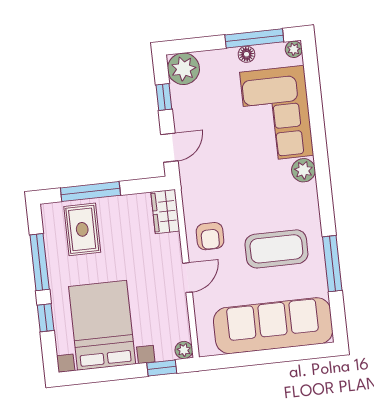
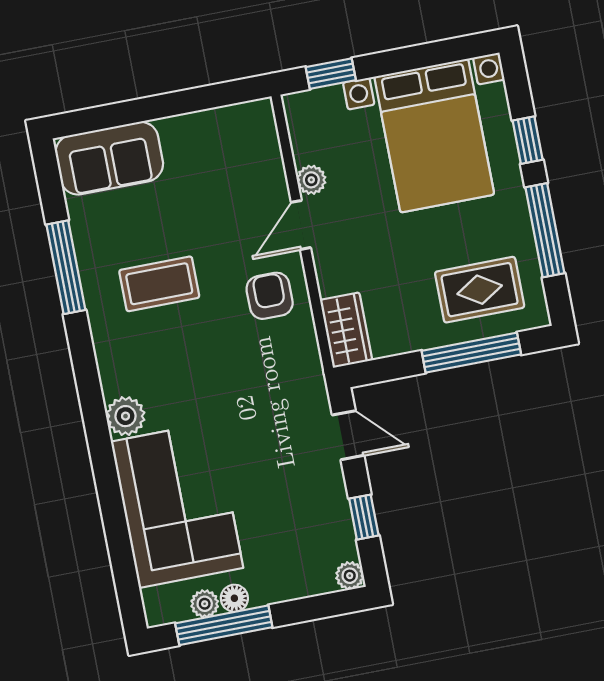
plant: (294, 49) -> (205, 604), moved
plant: (183, 69) -> (350, 576), width x0.53, depth x0.53
door: (169, 148) -> (348, 435), swing flipped
rug: (82, 229) -> (480, 290), turned 90
coffee table: (276, 249) -> (159, 284), width x0.73, depth x0.76
sofa: (273, 326) -> (109, 158), width x0.54, depth x0.79
plant: (184, 350) -> (311, 180), moved

